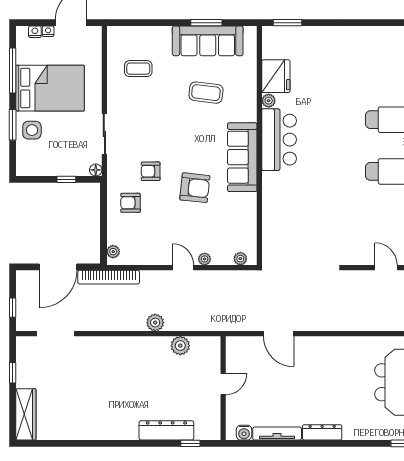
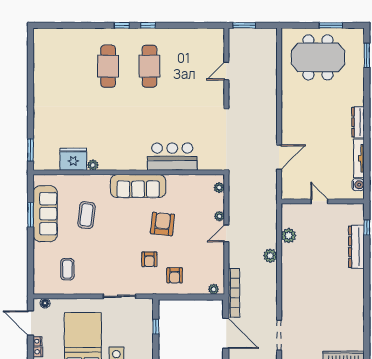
bar counter: (279, 140) -> (172, 157), moved
floor lamp: (96, 170) -> (45, 303), moved

